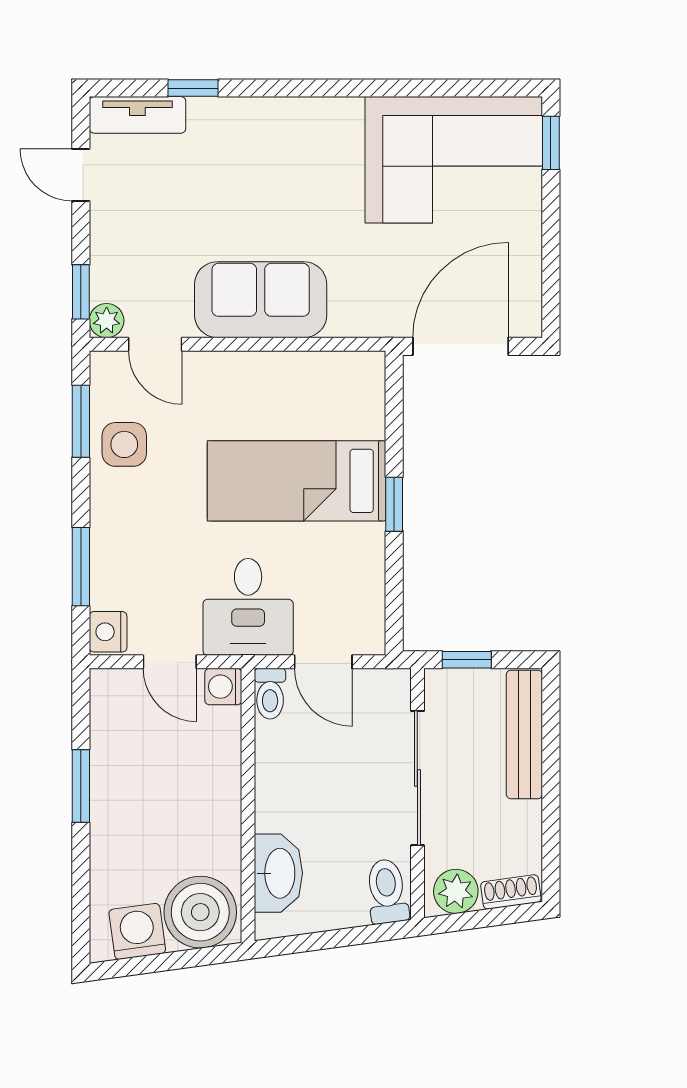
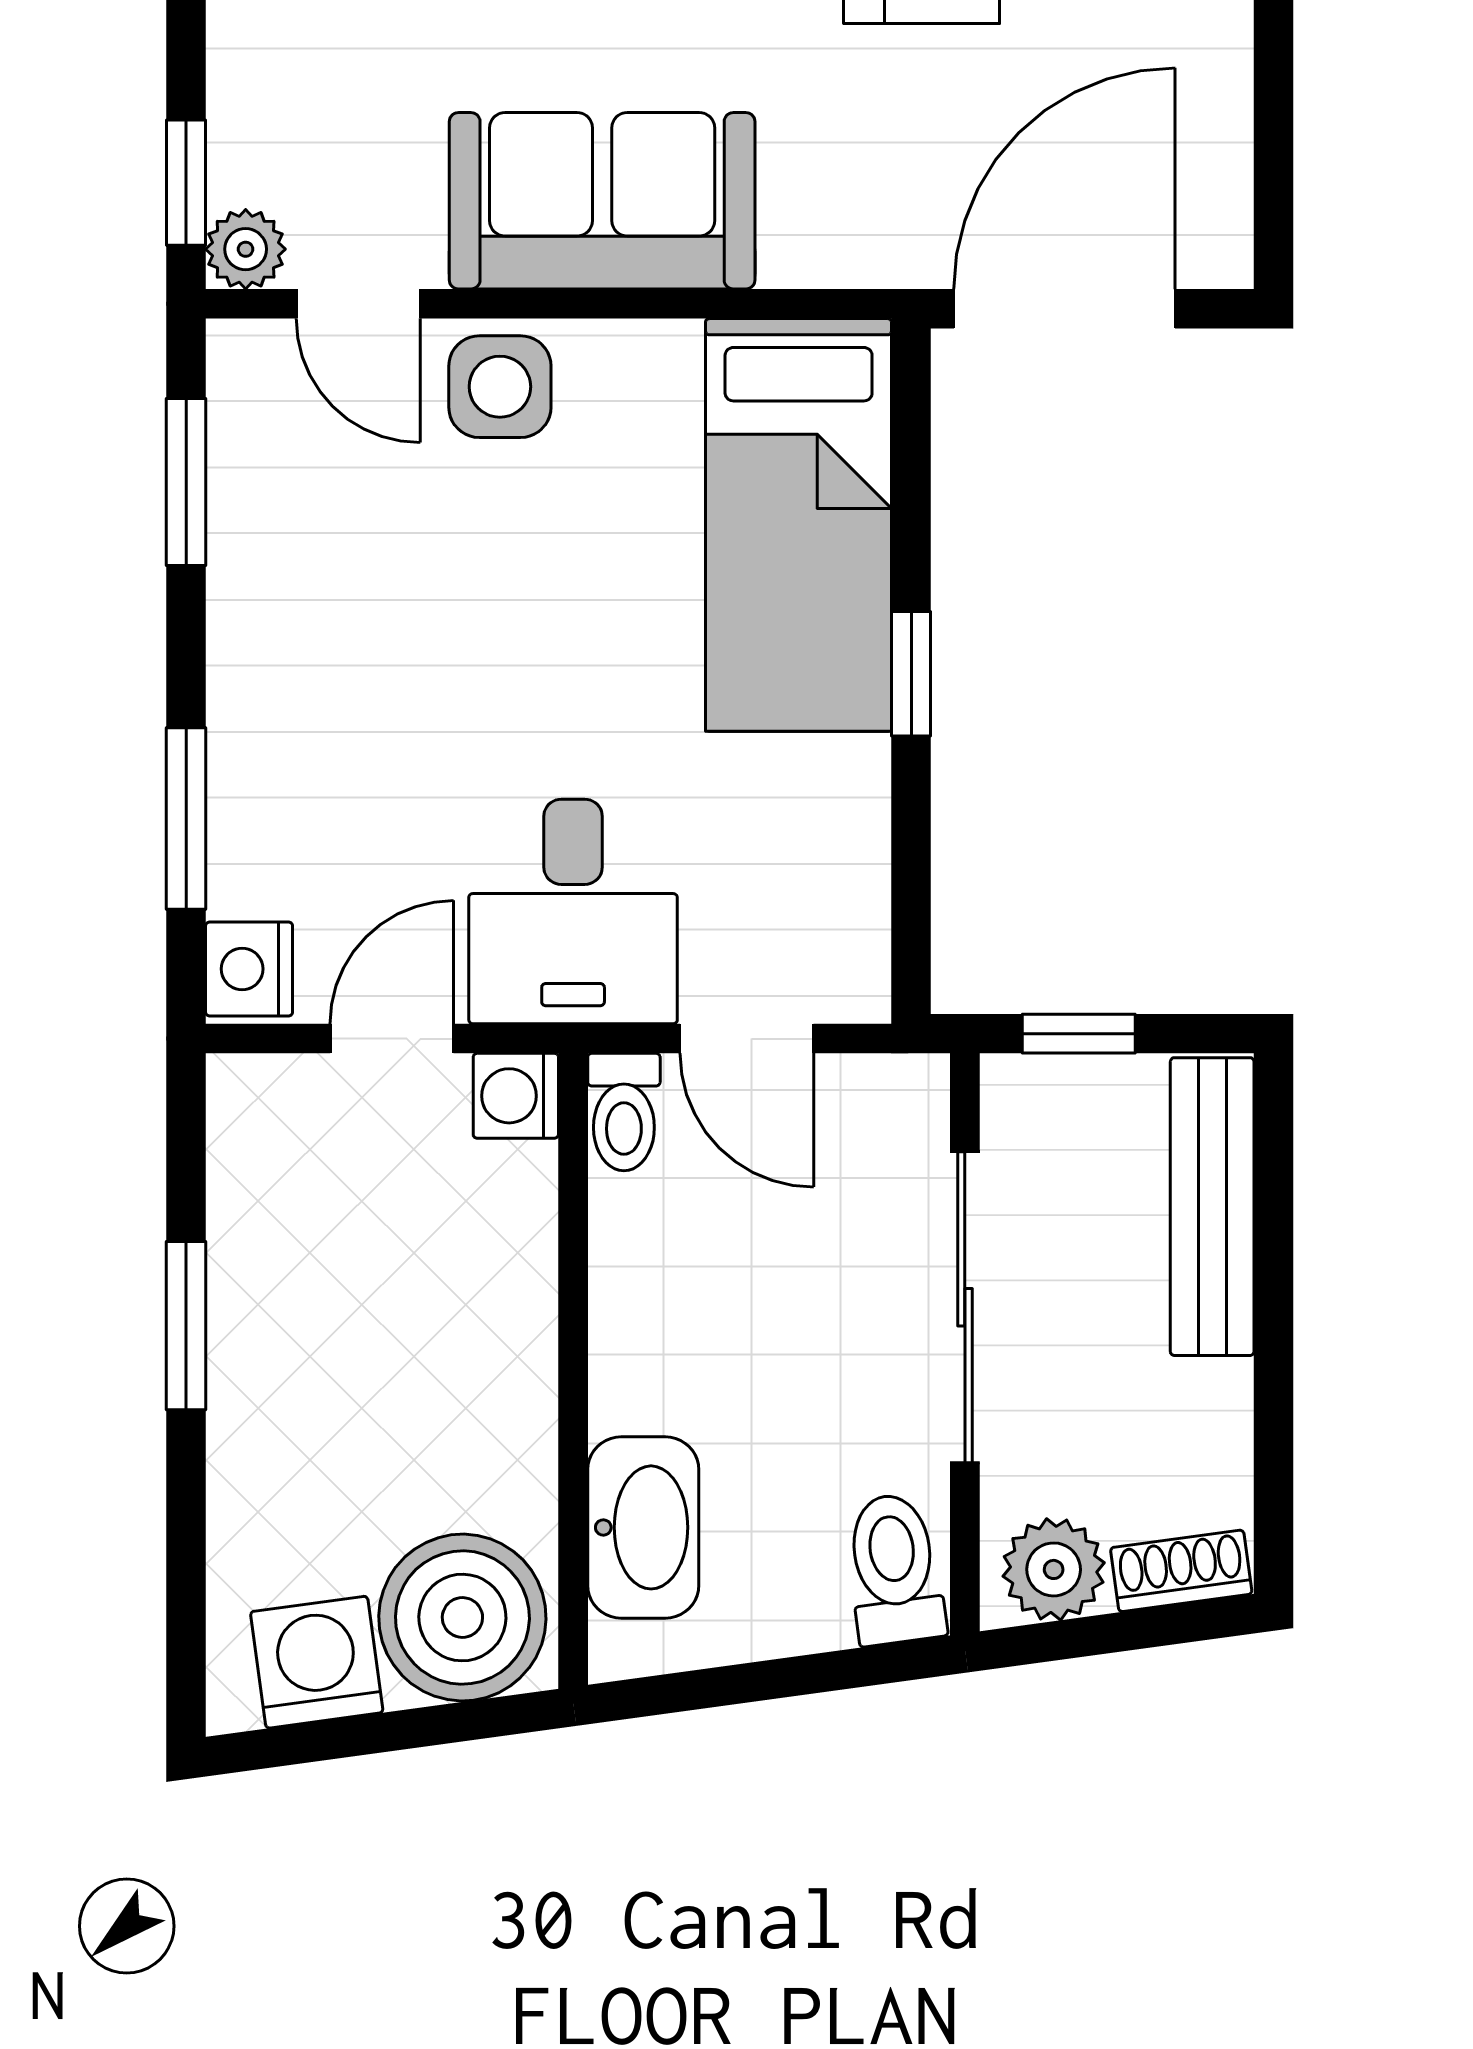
side table: (124, 444) -> (500, 387), moved
bed: (296, 481) -> (799, 525), moved, turned -90
door: (170, 662) -> (392, 1039), swing flipped

